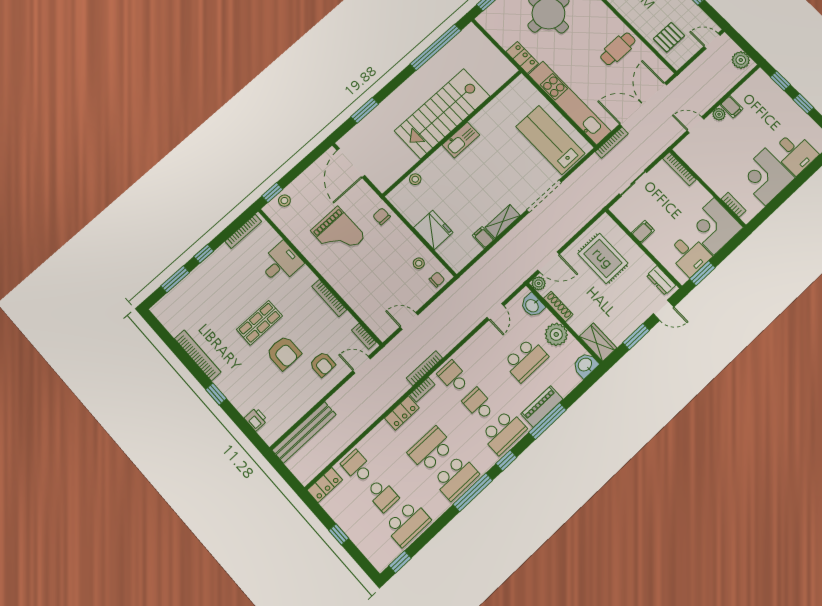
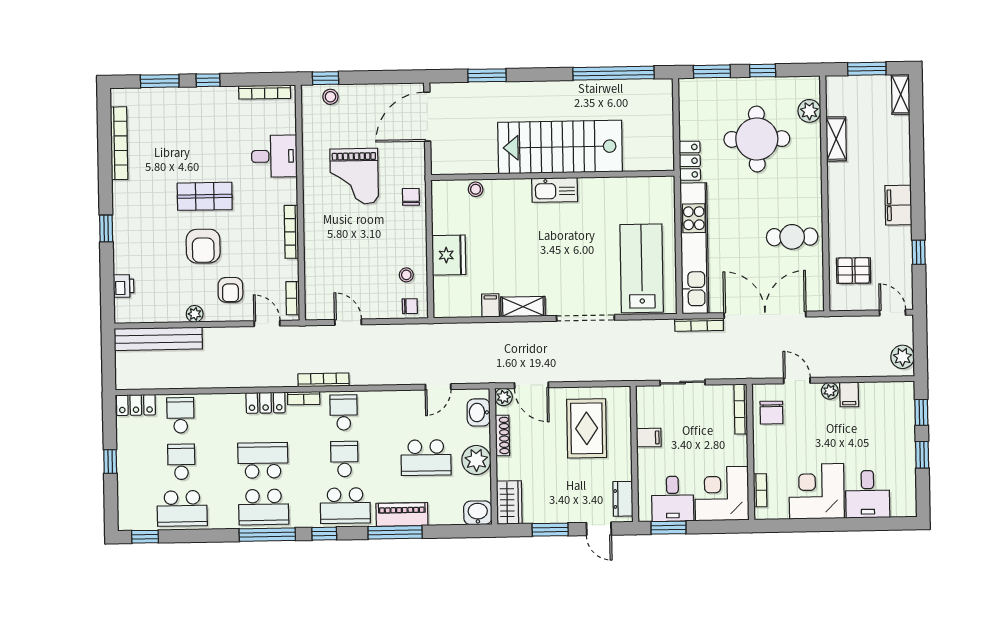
chair: (698, 155) -> (771, 413), added
bookcase: (198, 355) -> (119, 143), moved
plant: (313, 398) -> (195, 314), added
school desk: (382, 495) -> (181, 462), turned 180

